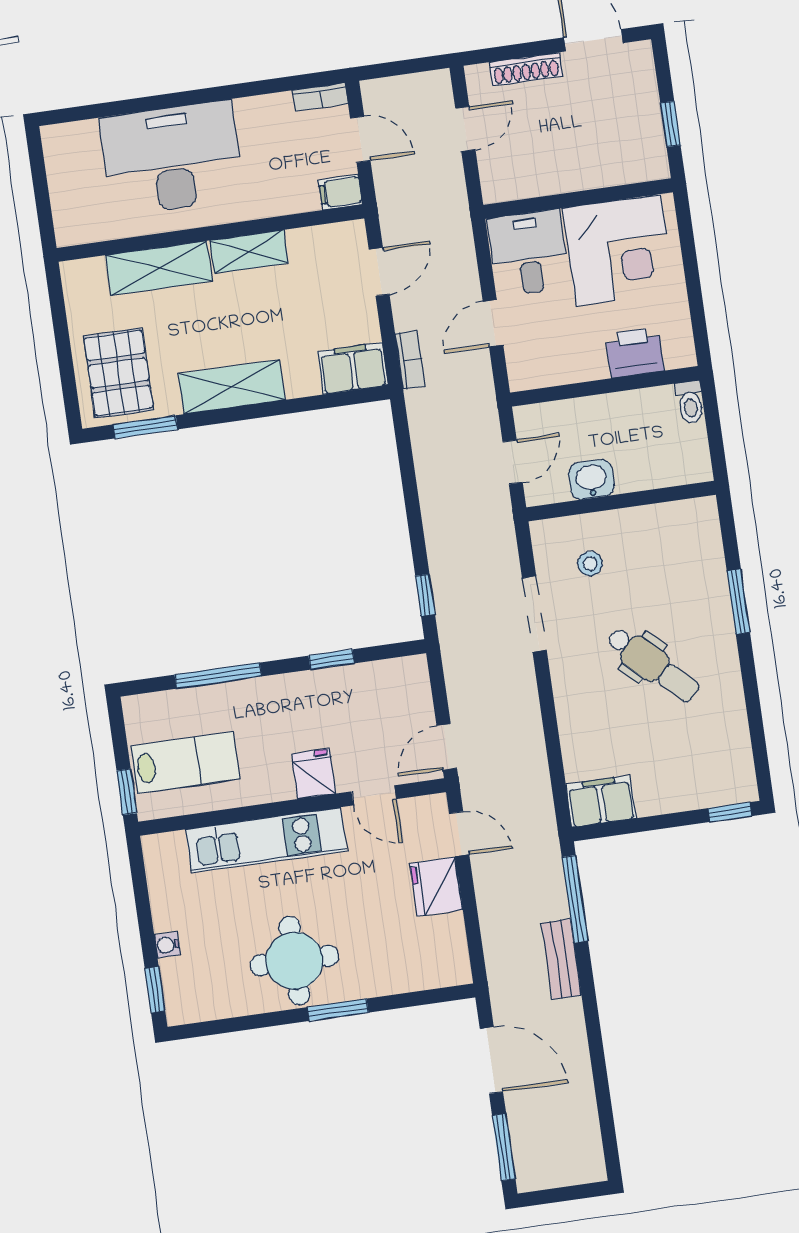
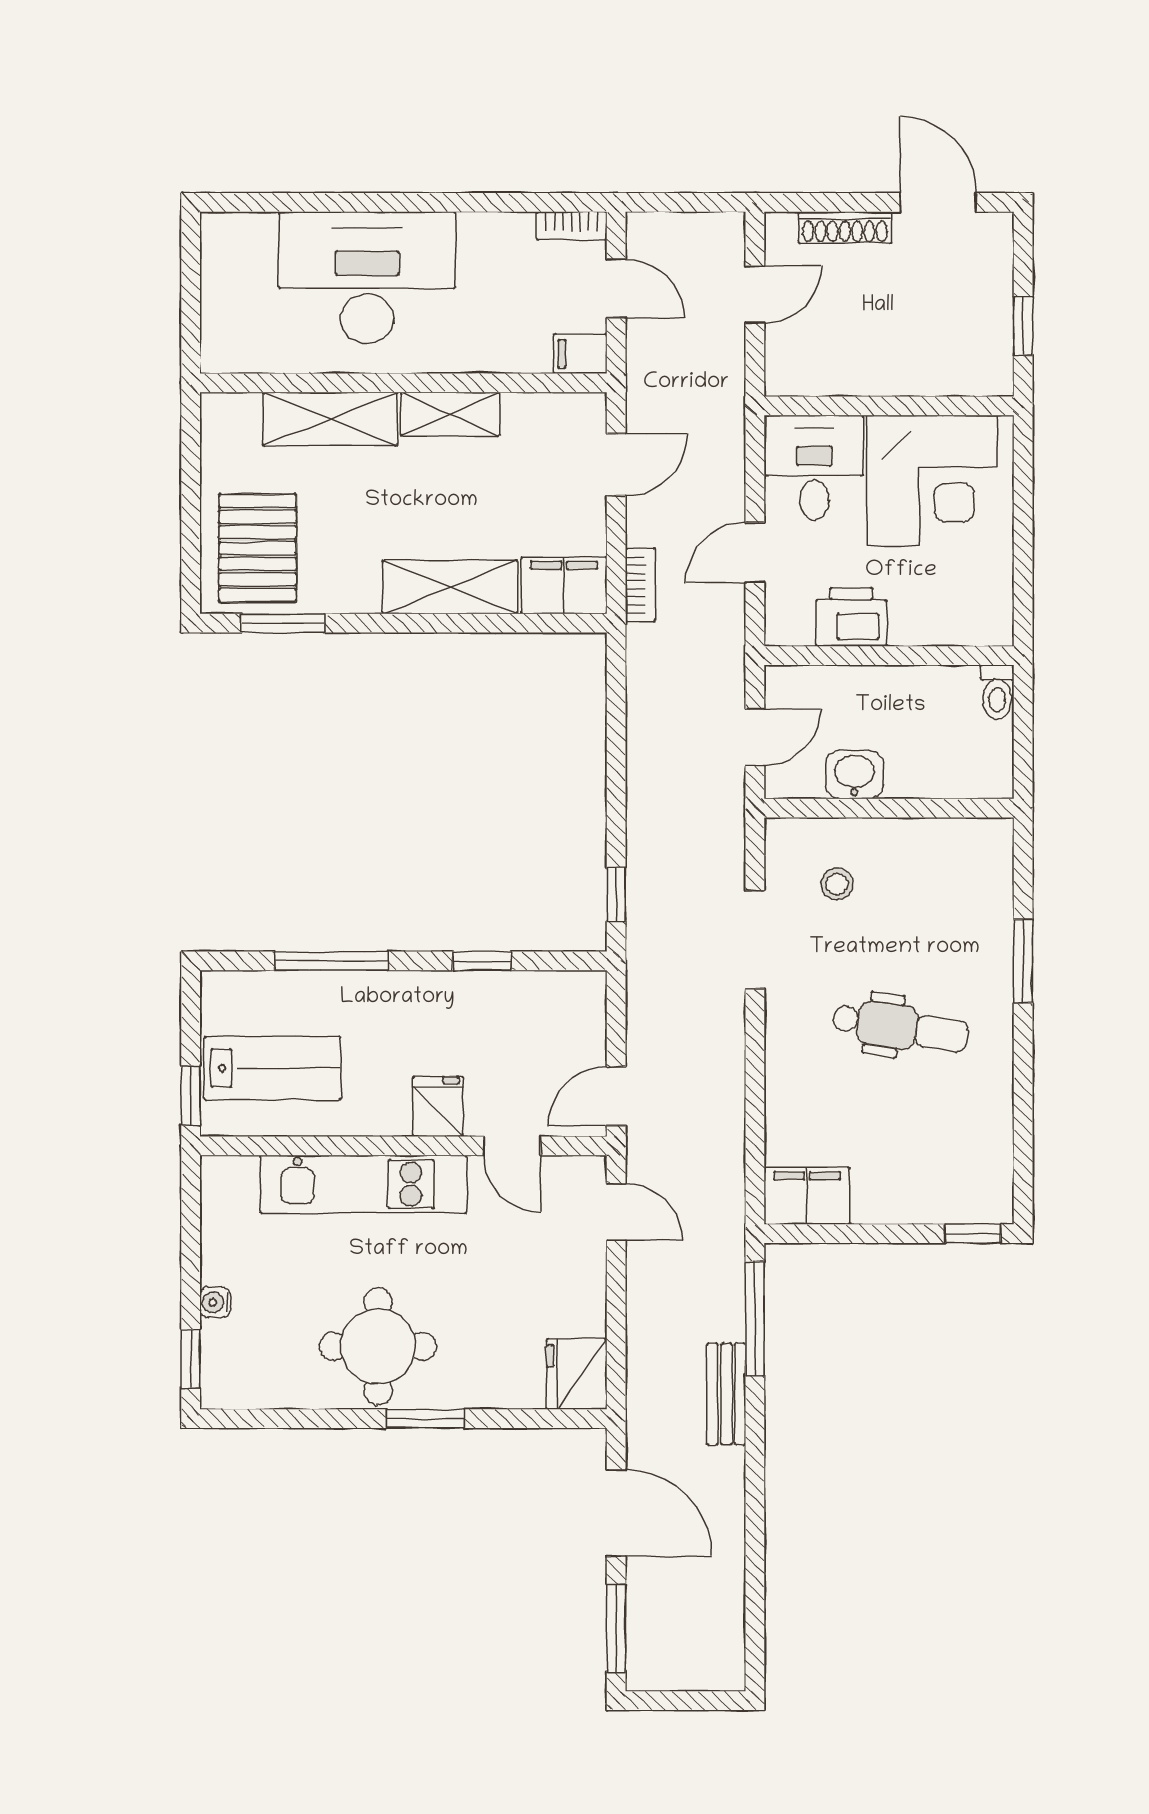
printer: (635, 353) -> (851, 617), moved
shelving: (232, 387) -> (450, 587), moved
dental chair: (653, 665) -> (900, 1027), turned -35
fridge: (436, 887) -> (577, 1374), moved

